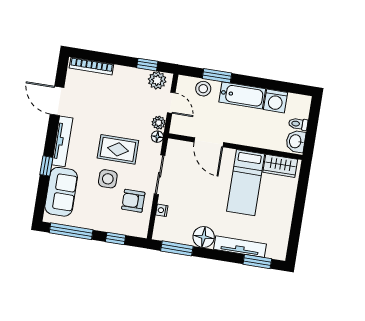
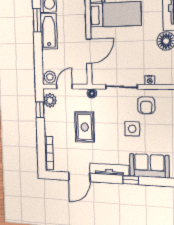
window: (217, 76) -> (37, 20), moved
stool: (203, 89) -> (50, 77), moved
plant: (159, 123) -> (81, 94), removed
rug: (118, 149) -> (85, 127), moved

